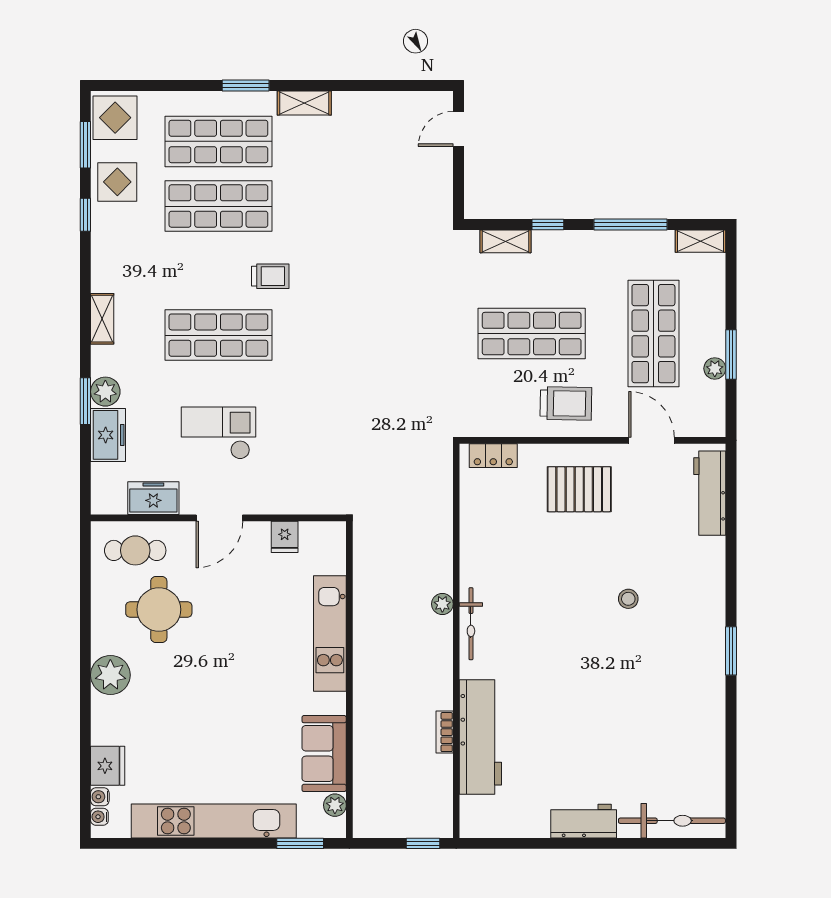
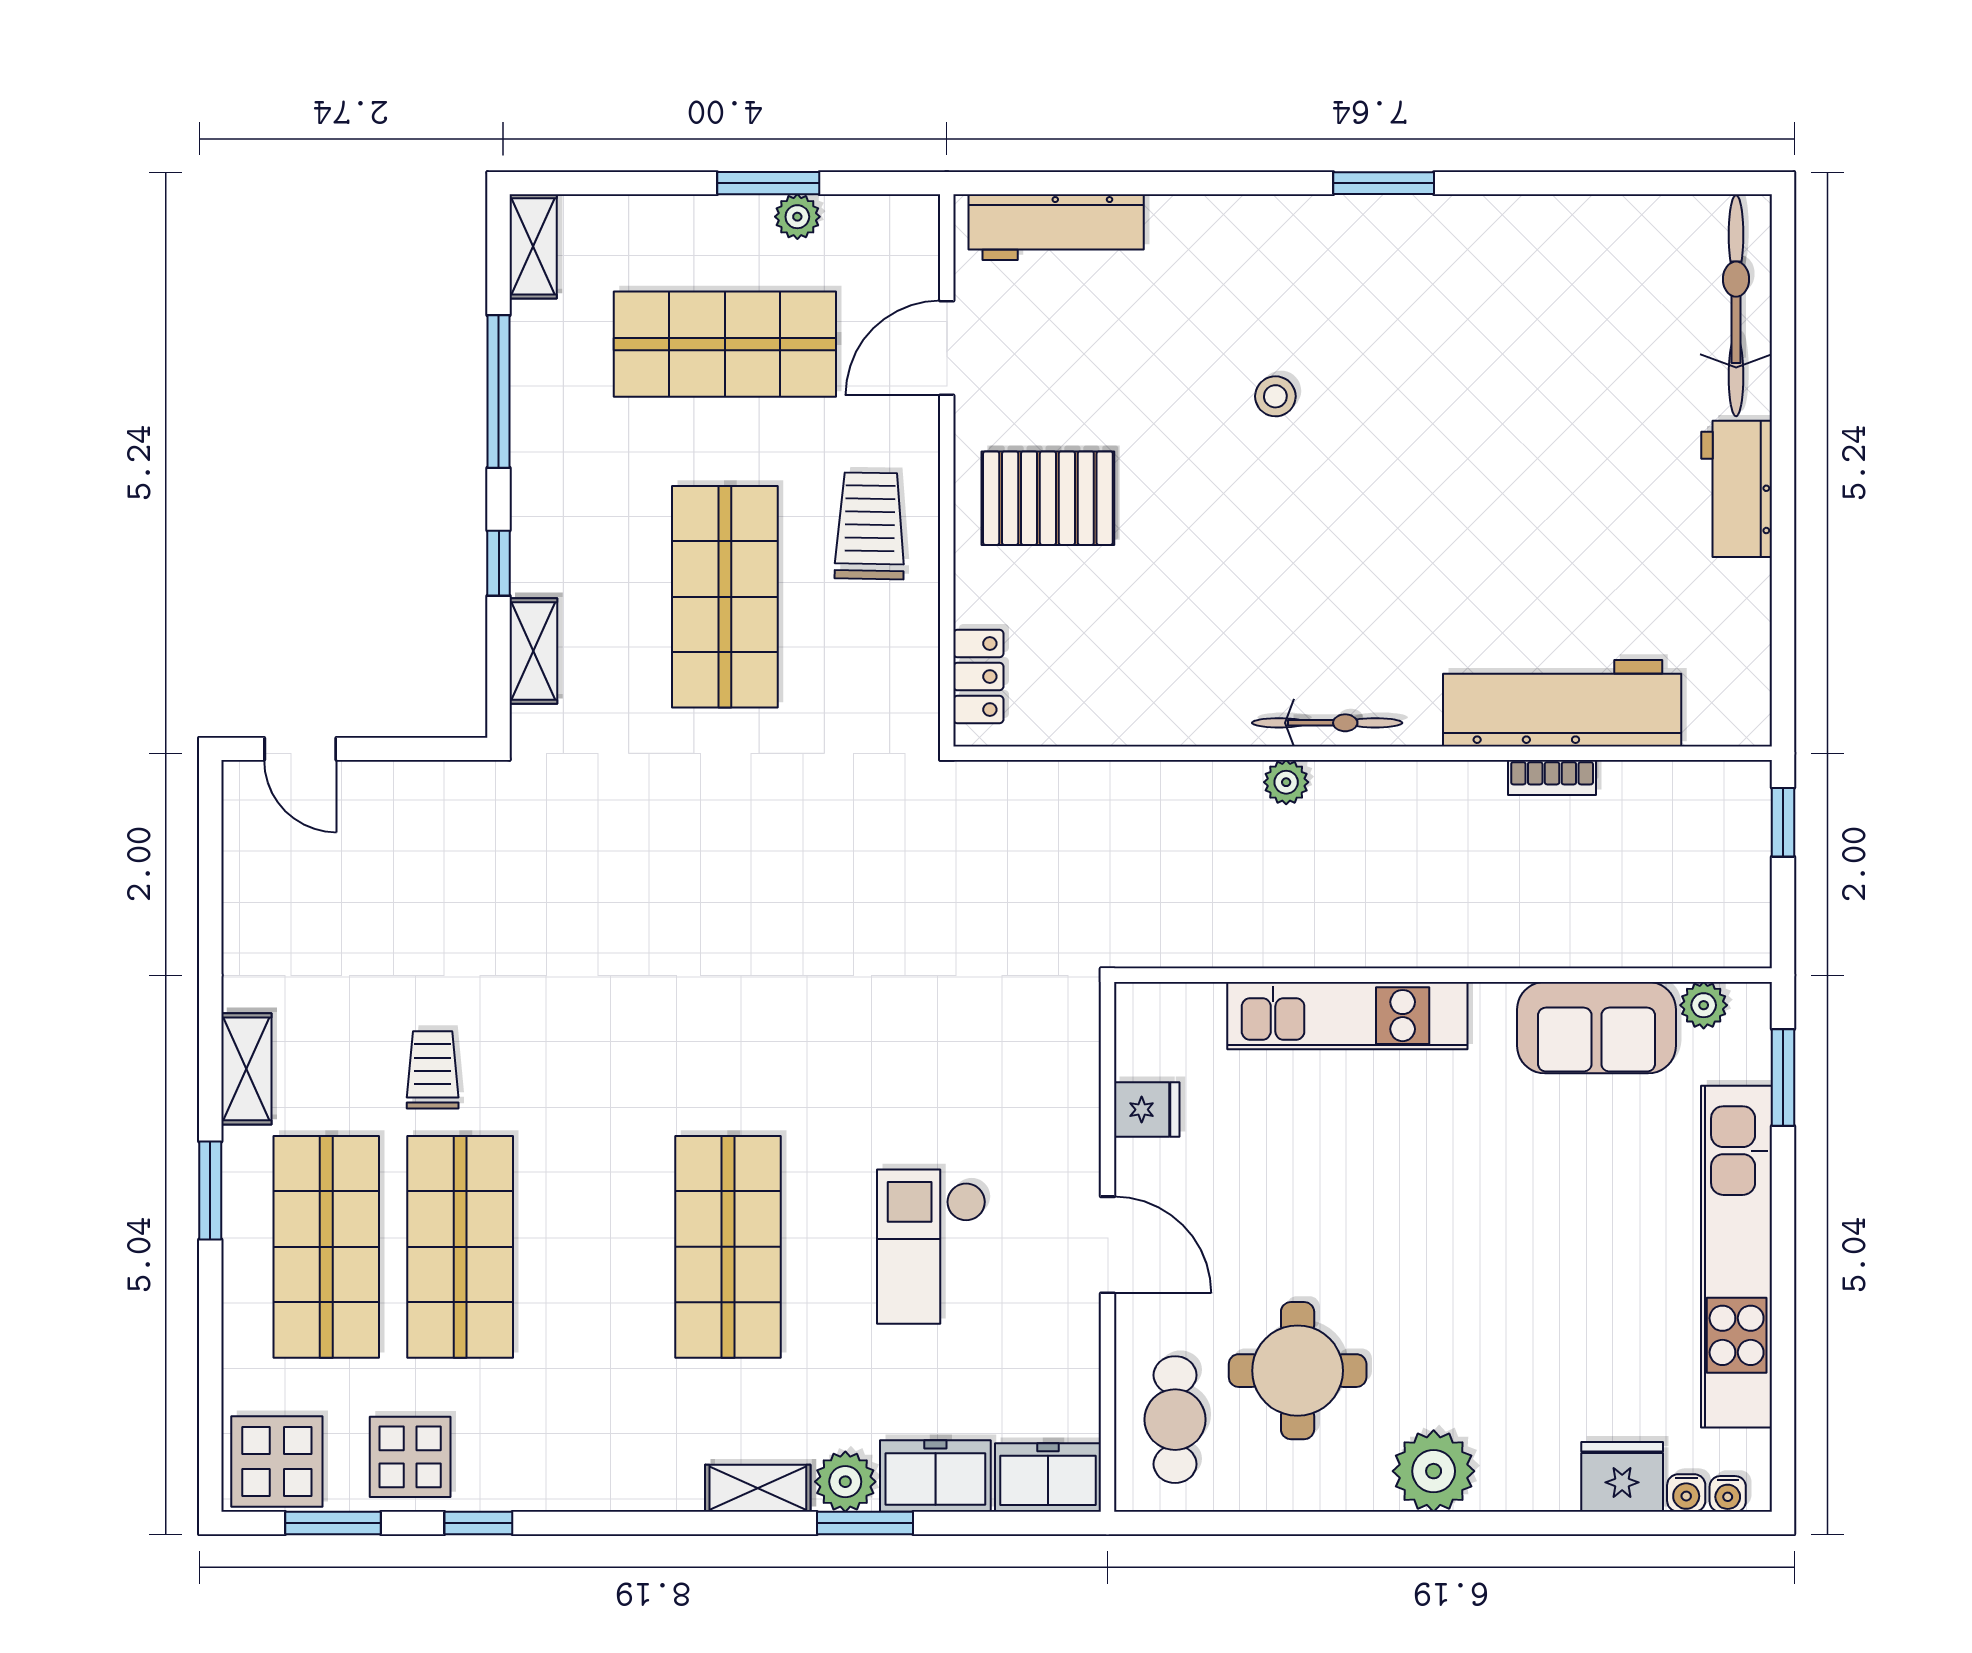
trolley: (270, 276) -> (433, 1070), moved
shelving: (102, 319) -> (758, 1488), moved
pallet: (579, 489) -> (1048, 498), turned 90
freezer: (153, 498) -> (1048, 1478), moved, turned 90

